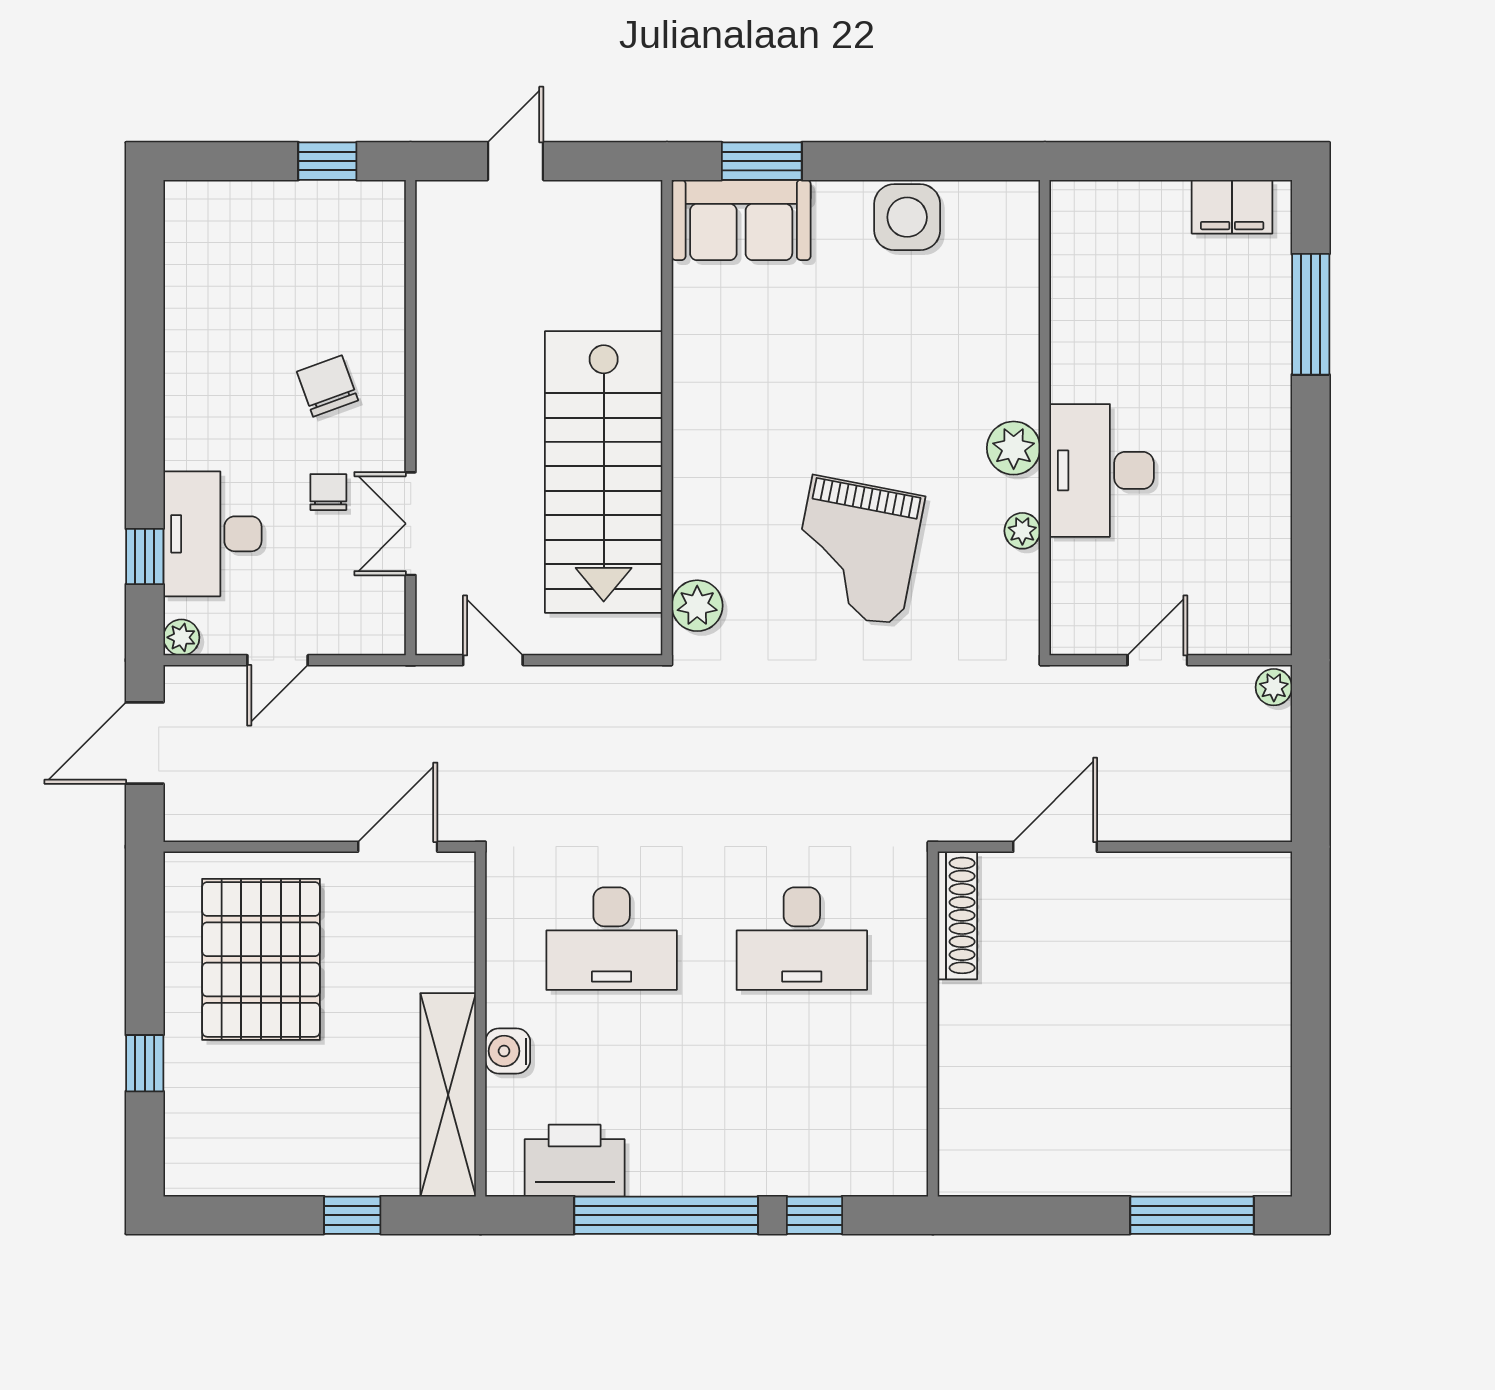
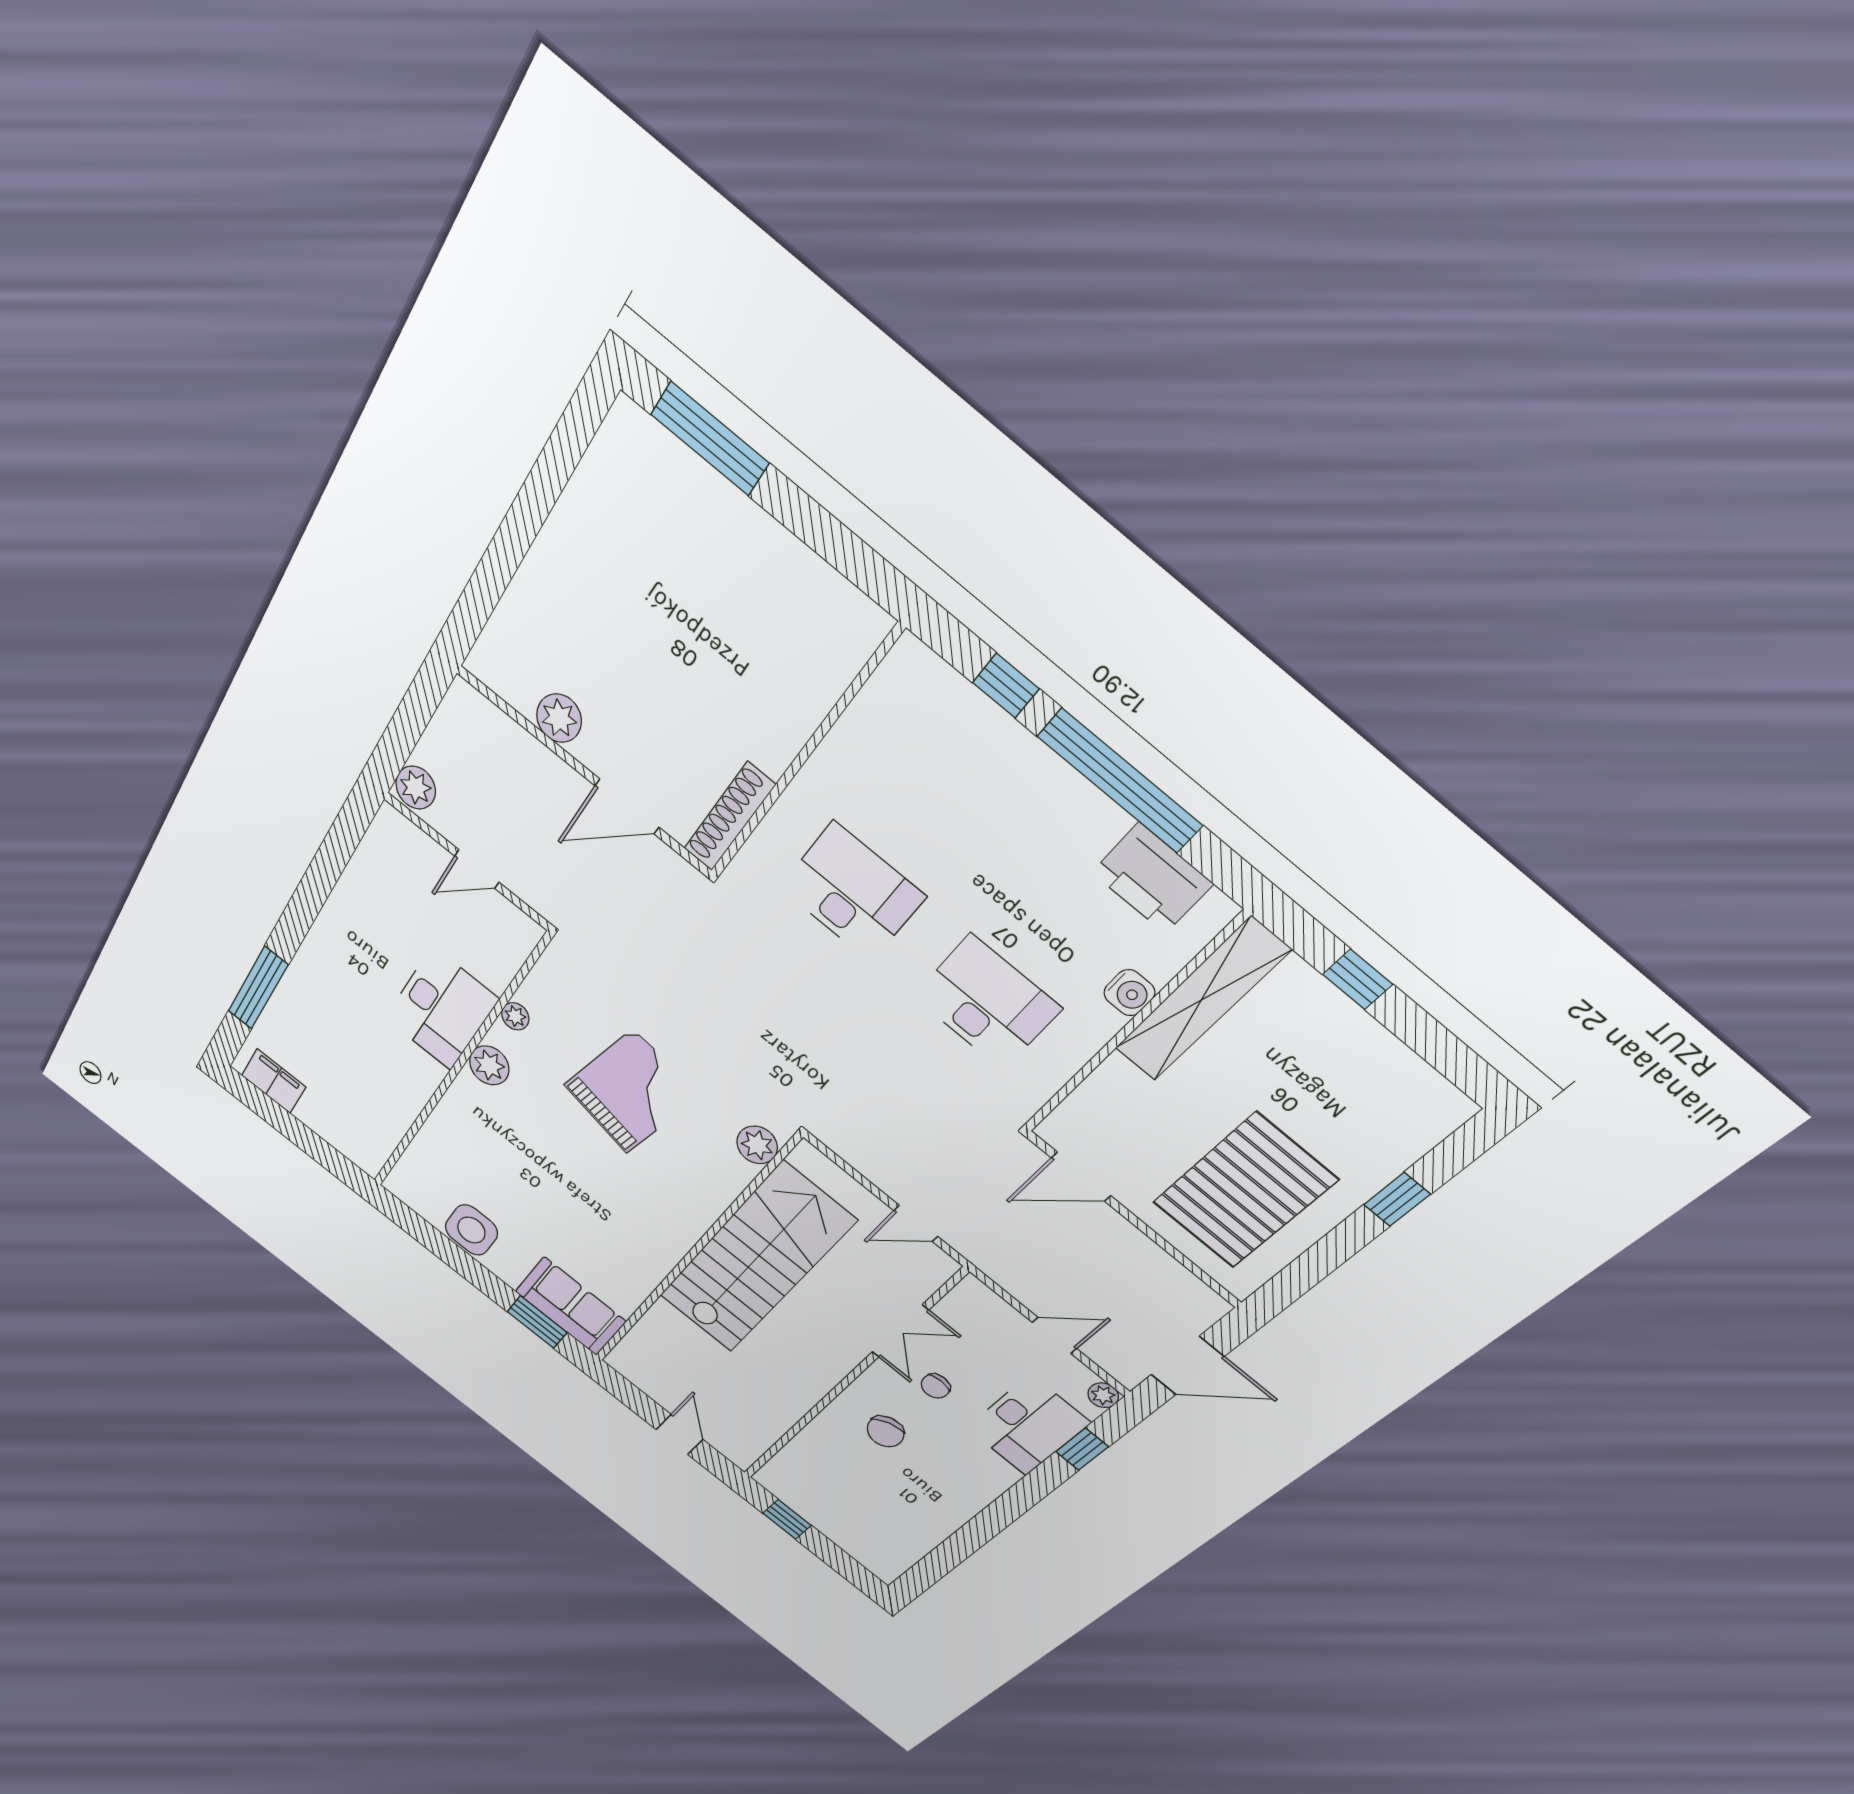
door: (515, 161) -> (679, 1434), swing flipped
door: (493, 660) -> (916, 1223), hinge flipped
plant: (1274, 687) -> (416, 788), width x1.38, depth x1.38
plant: (1171, 878) -> (559, 718), added

